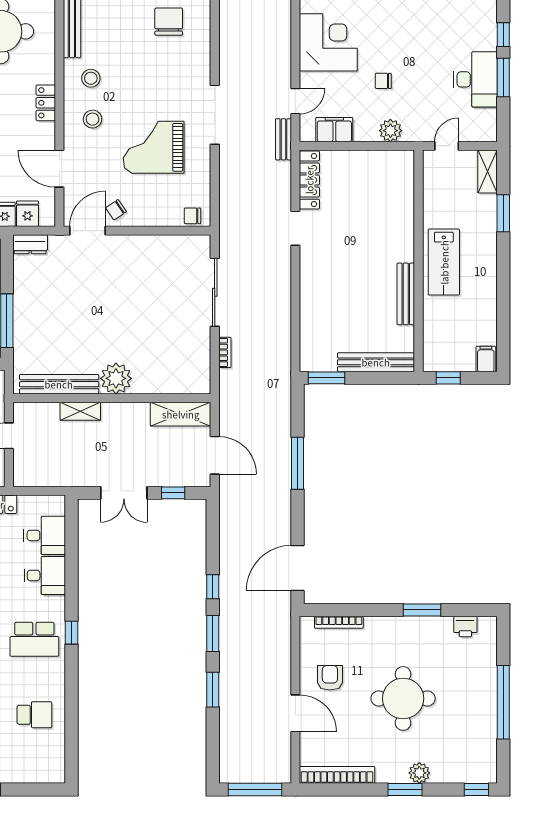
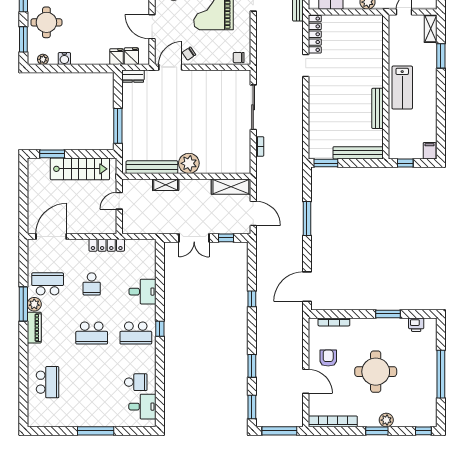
desk: (45, 535) -> (142, 407), moved
window: (213, 633) -> (252, 407), moved

